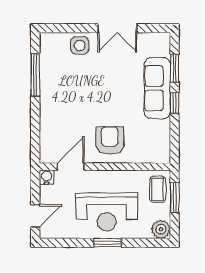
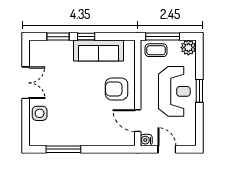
sofa: (157, 88) -> (99, 50), moved
window: (174, 197) -> (163, 37), width x1.44
door: (35, 216) -> (167, 149), moved

